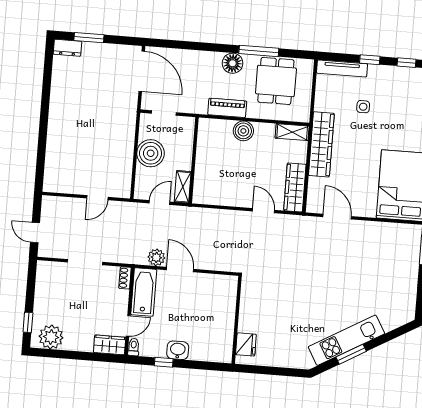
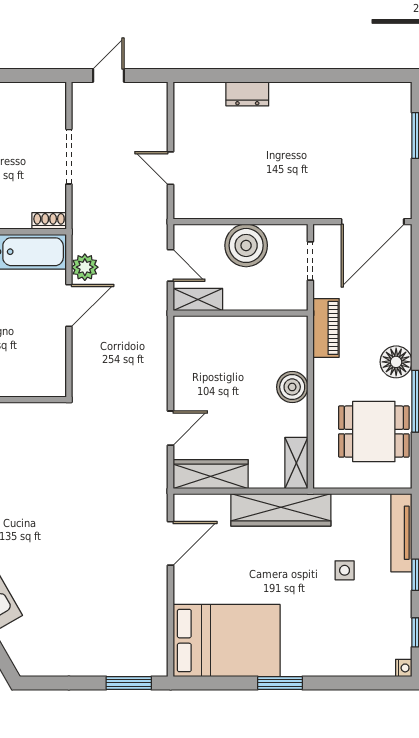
dresser: (67, 48) -> (247, 94), moved, turned -90
piano: (227, 108) -> (326, 328), moved

